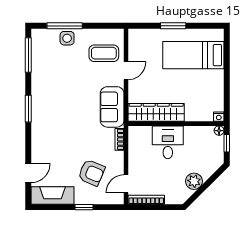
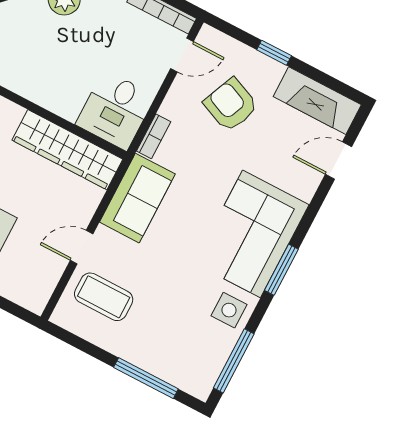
side table: (67, 38) -> (229, 310), moved
corner sofa: (51, 118) -> (252, 234), added
desk: (168, 142) -> (115, 110), moved

